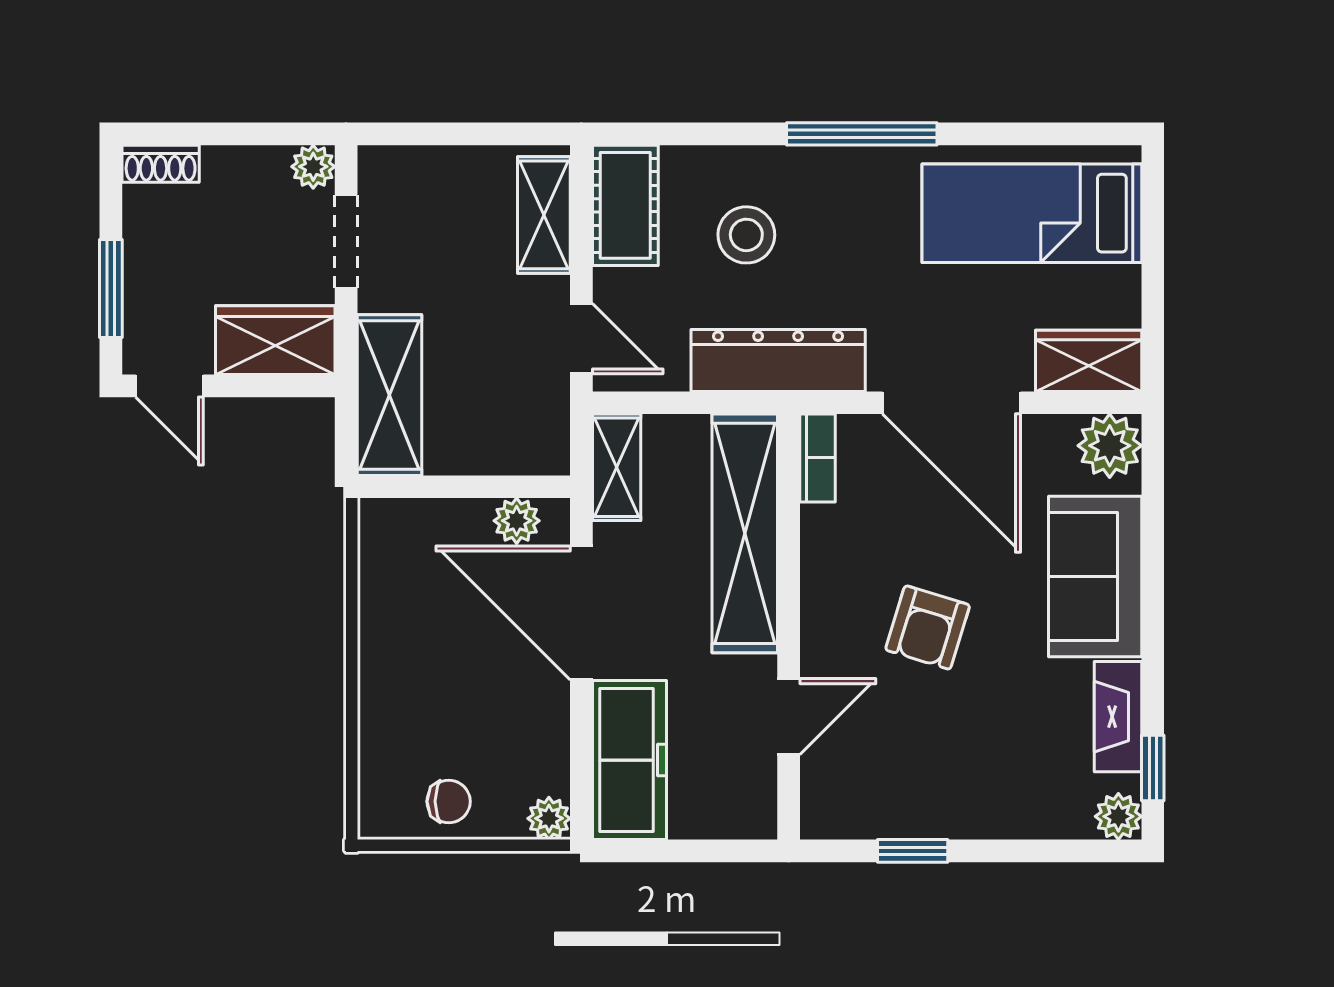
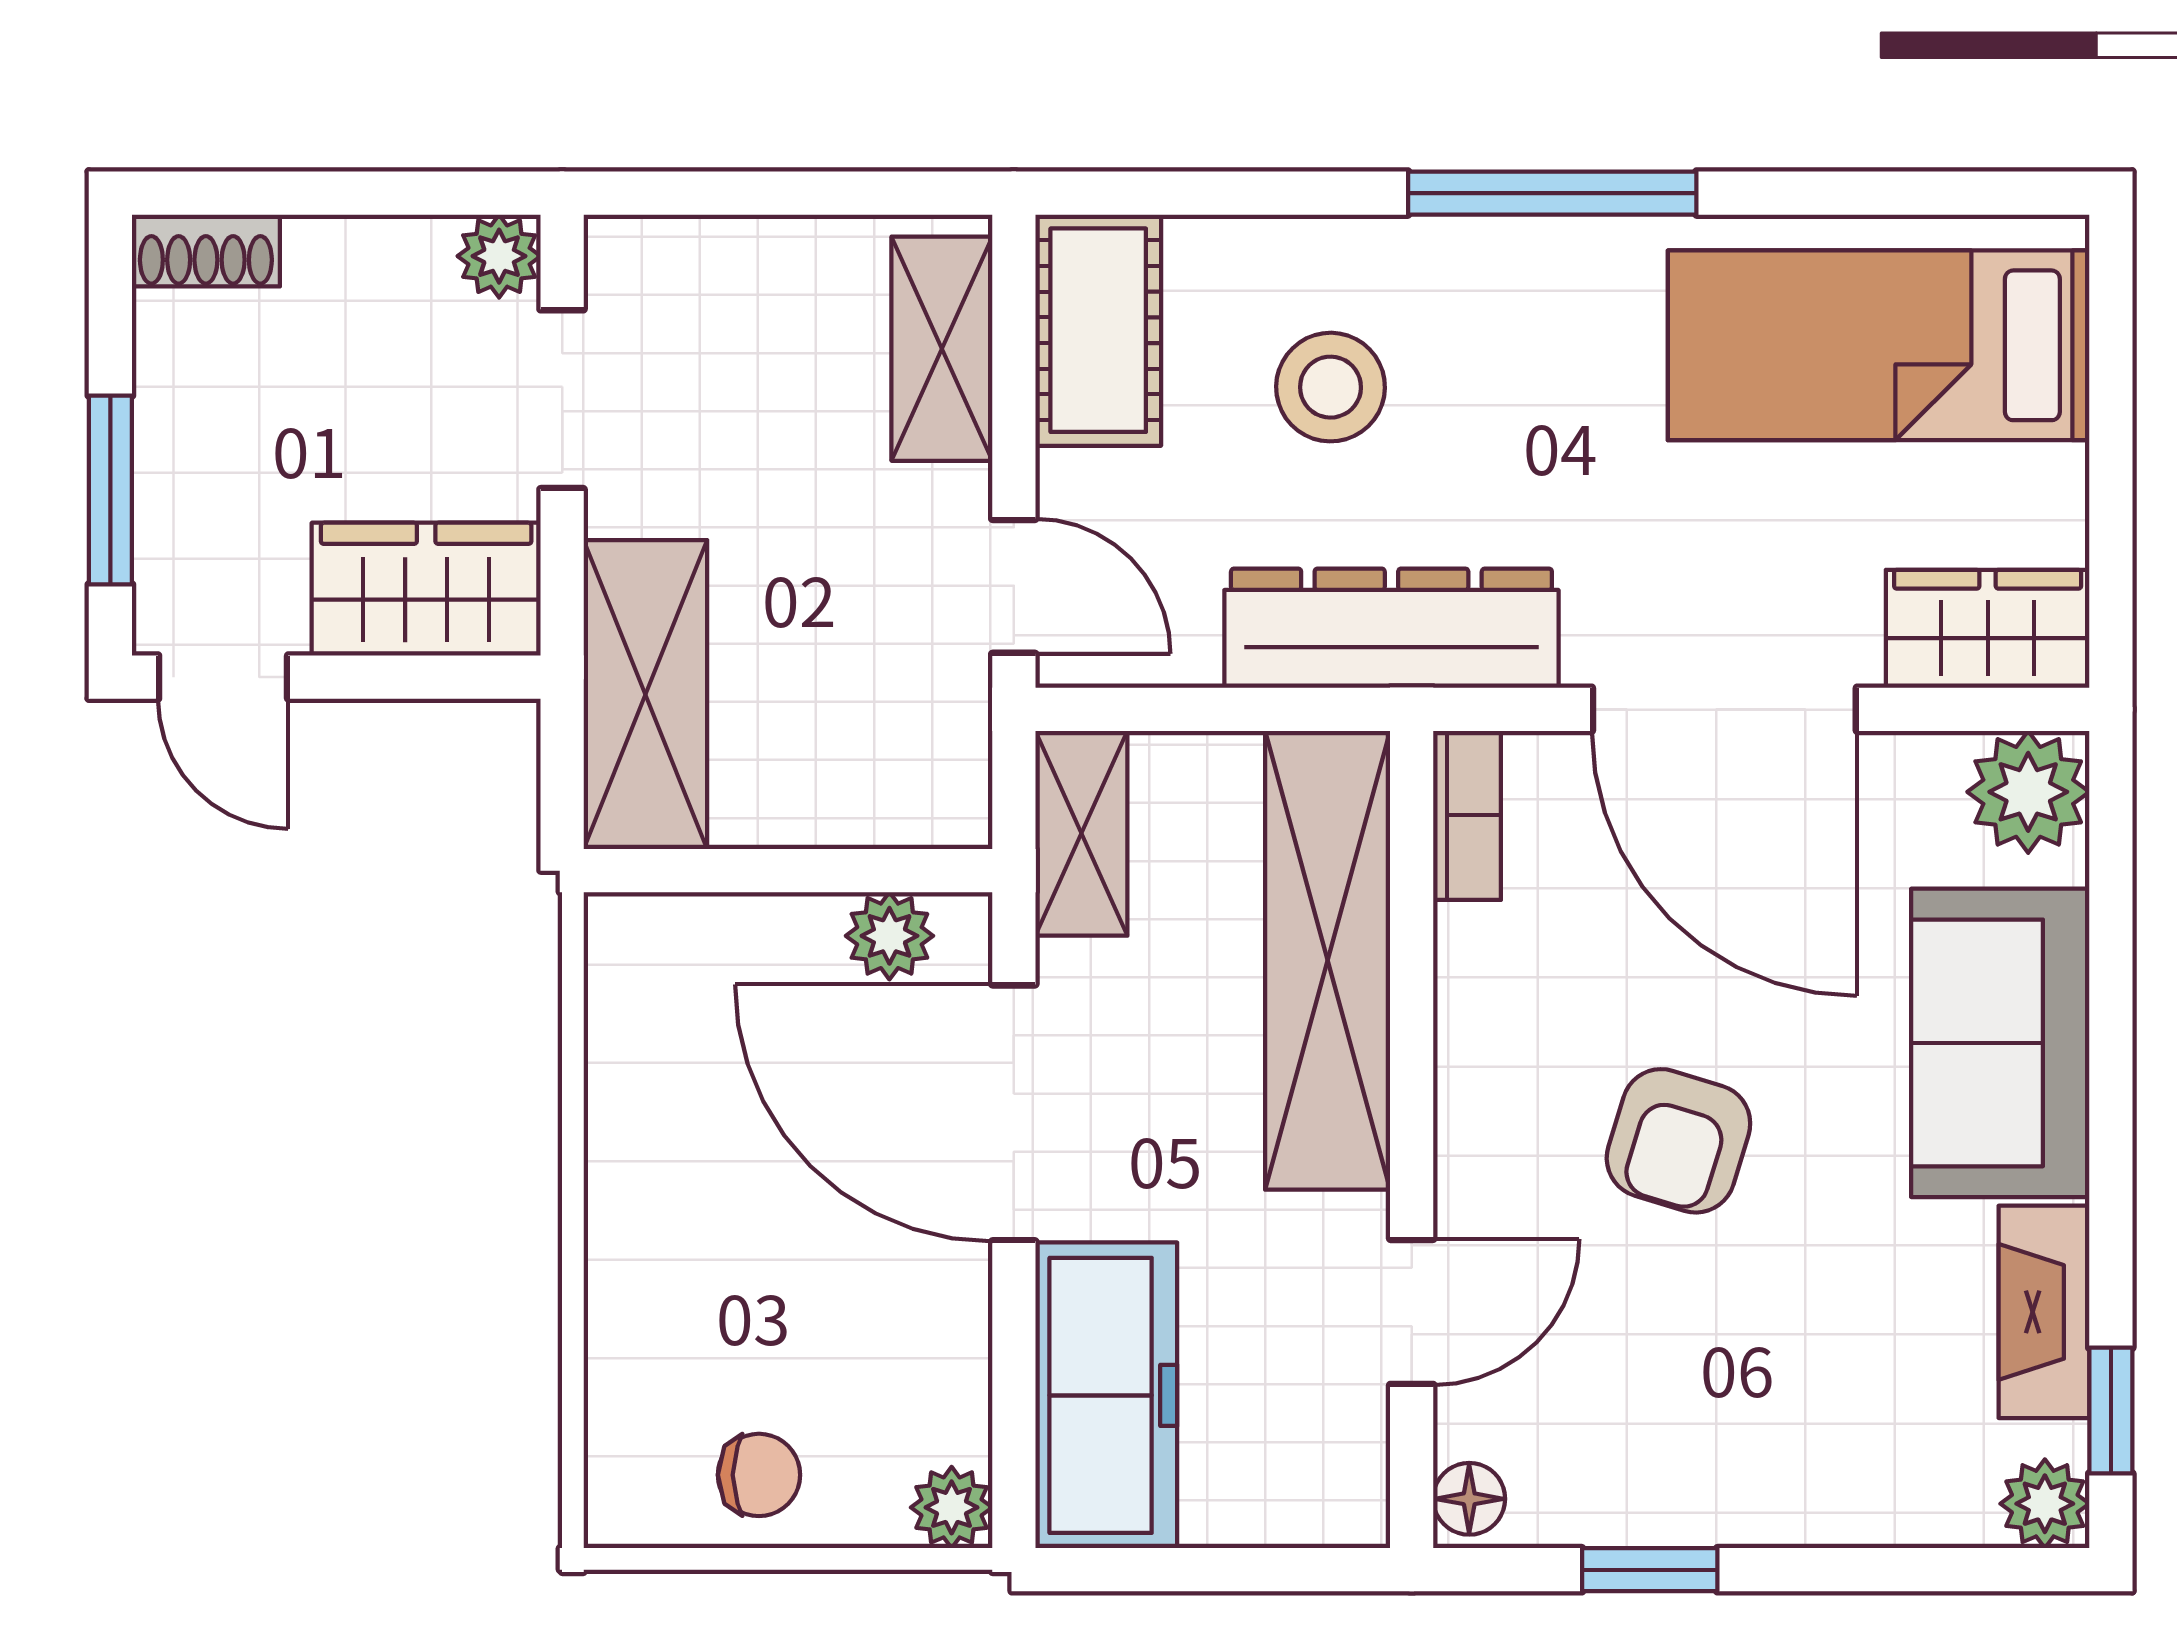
floor lamp: (819, 814) -> (1469, 1499), added

